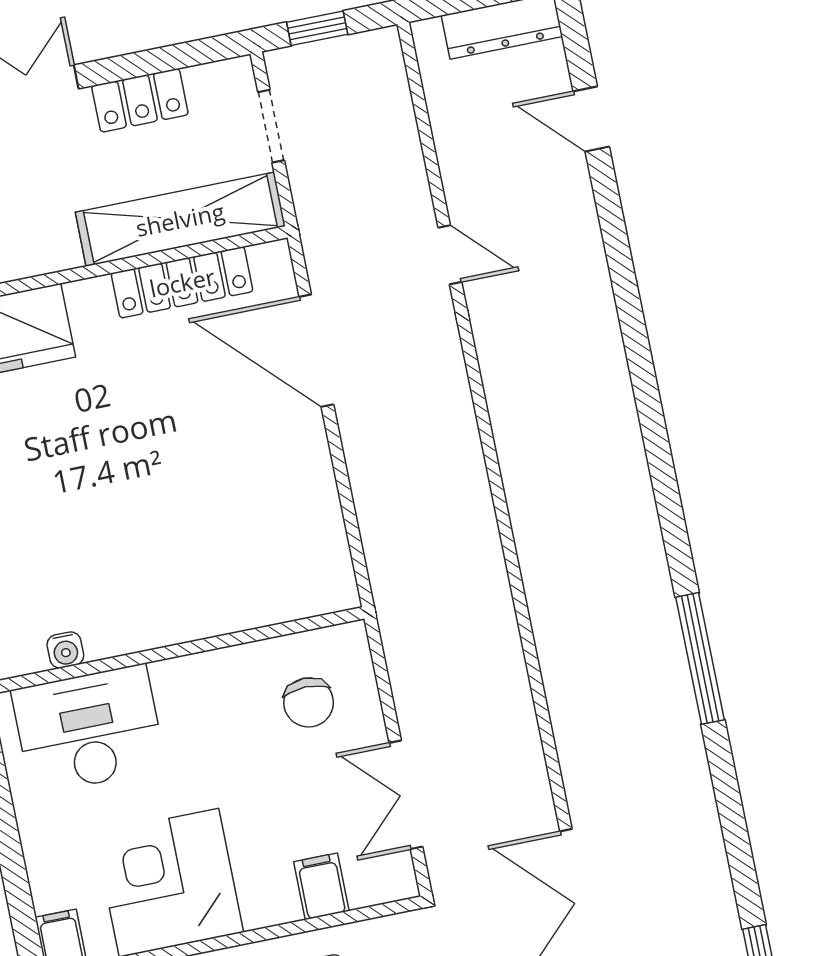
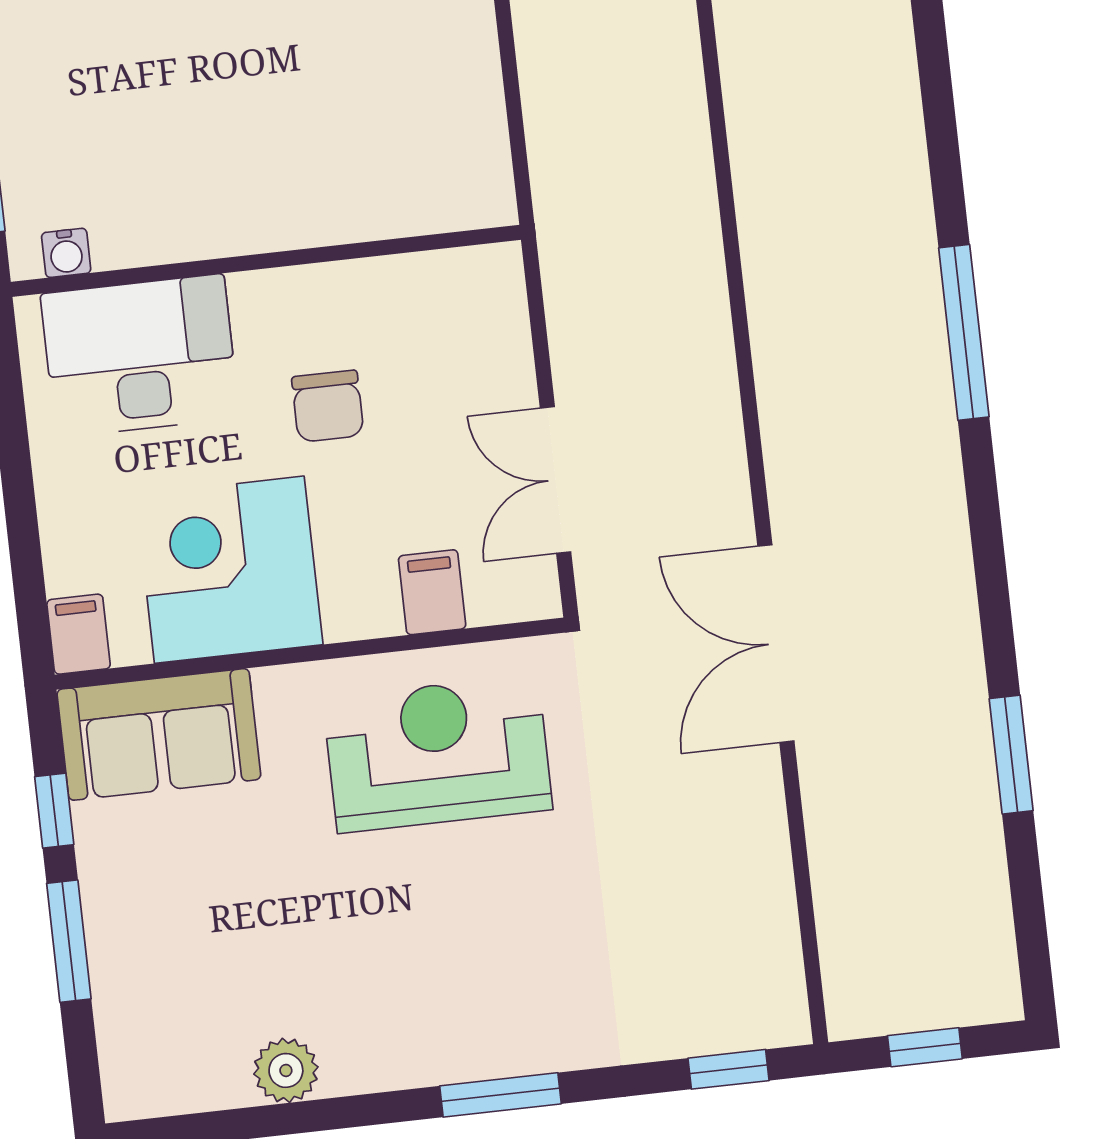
water cooler: (65, 650) -> (66, 253), moved
chair: (309, 702) -> (328, 406), moved

